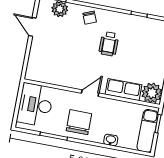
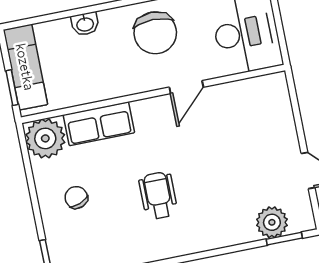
chair: (90, 18) -> (76, 197), moved
door: (90, 93) -> (186, 87), moved

